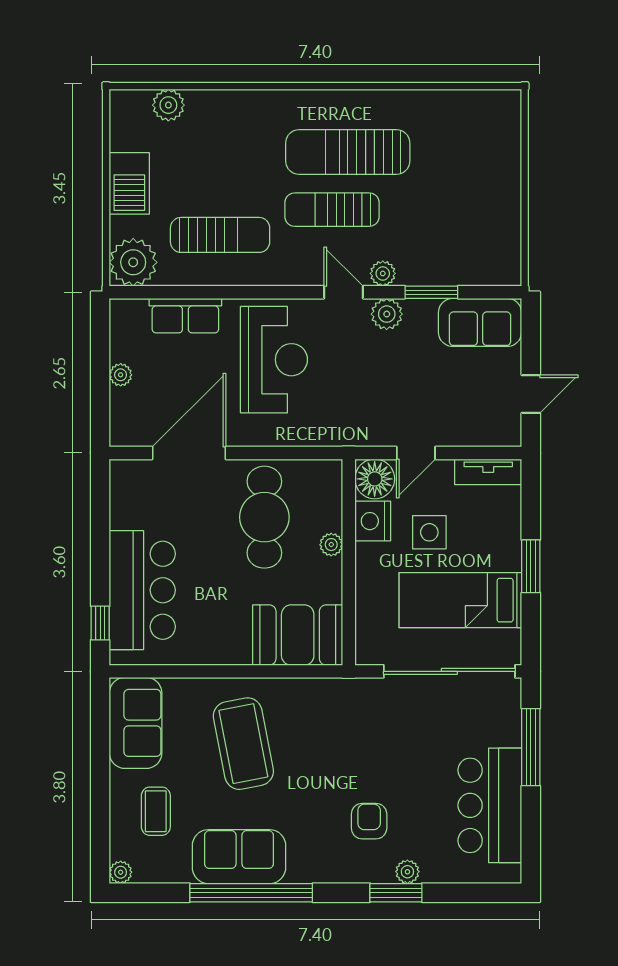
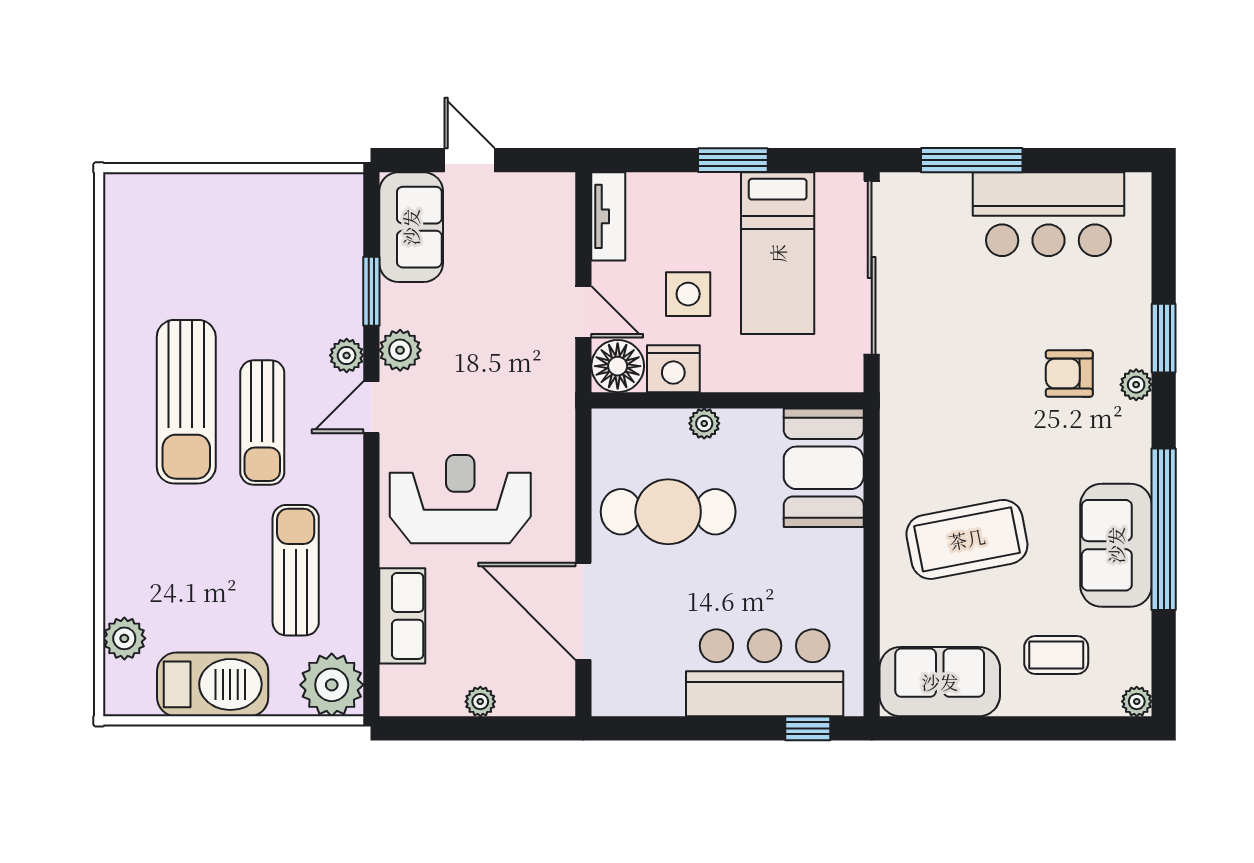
barbecue: (129, 183) -> (213, 684), width x1.37, depth x1.21
door: (531, 394) -> (470, 160), moved
plant: (407, 872) -> (1136, 385), moved

